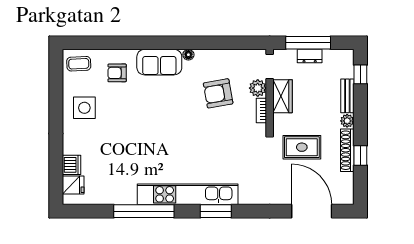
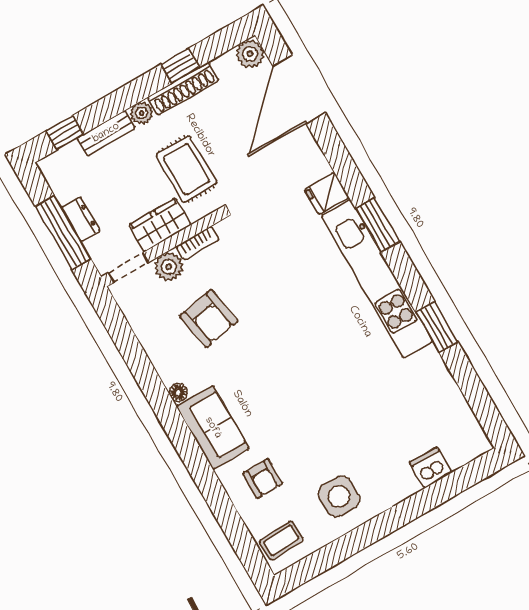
coffee table: (79, 64) -> (281, 540), turned 90
rug: (302, 147) -> (186, 169), moved
fridge: (73, 185) -> (327, 193), moved, turned -90
plant: (345, 196) -> (250, 54), added
window: (144, 211) -> (437, 327), width x0.47

